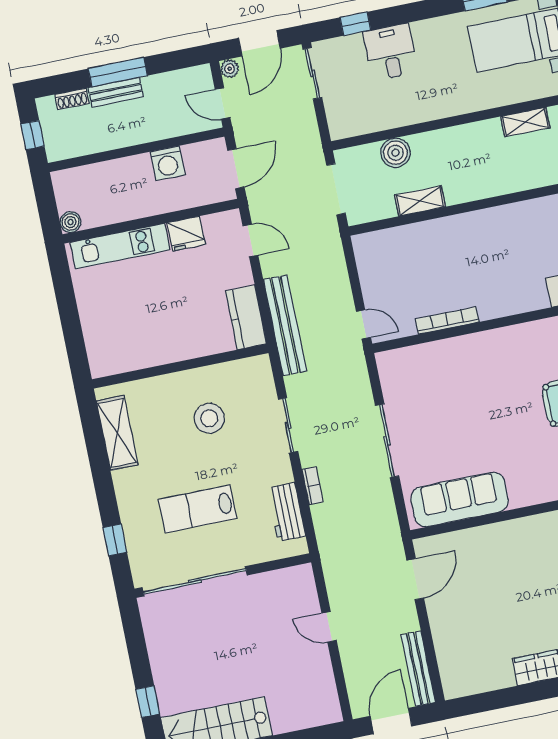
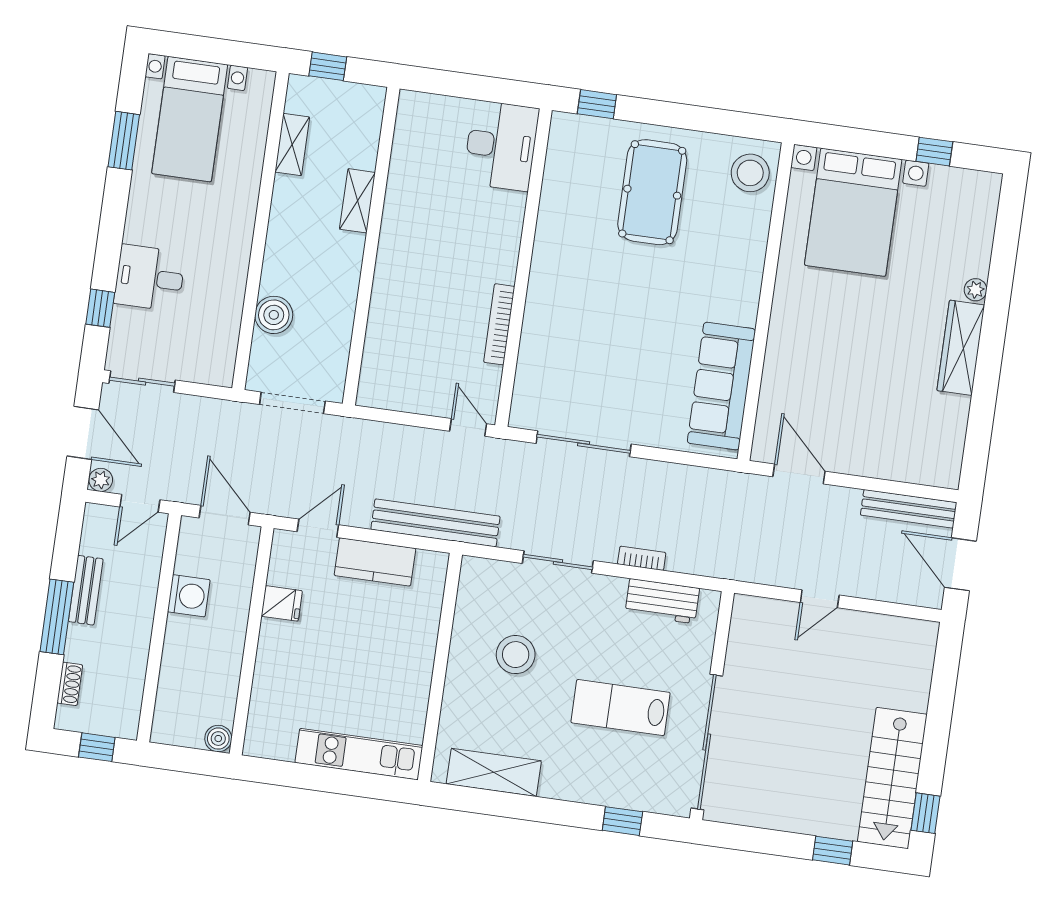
bench: (116, 92) -> (86, 590), moved
shelving: (420, 201) -> (357, 201), moved
fridge: (186, 234) -> (282, 603), width x0.72
kitchen unit: (120, 246) -> (359, 754), moved, turned -90
kitchen counter: (246, 317) -> (375, 562), moved
door: (363, 325) -> (468, 427), hinge flipped
sliding door: (387, 441) -> (584, 444), moved
lab bench: (198, 509) -> (620, 708), turned 90

